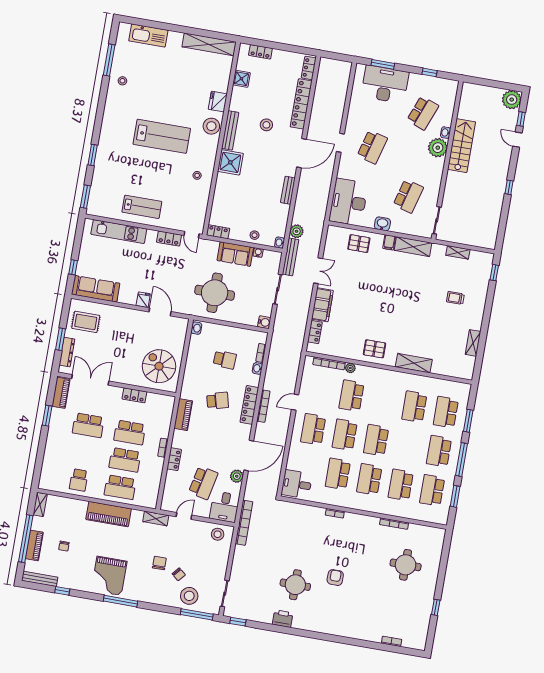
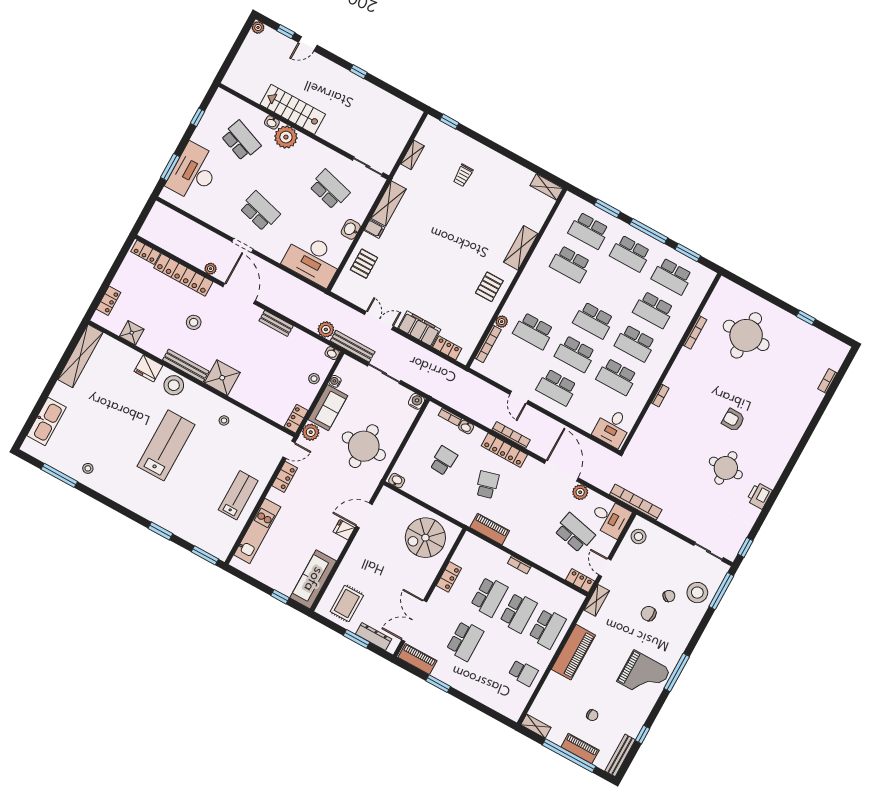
plant: (512, 100) -> (258, 27), width x0.53, depth x0.53
plant: (313, 124) -> (211, 269), added
plant: (211, 247) -> (311, 432), added
shelving: (473, 343) -> (546, 187), moved
locker: (174, 459) -> (580, 581), moved
round table: (406, 565) -> (746, 335), width x1.36, depth x1.36

